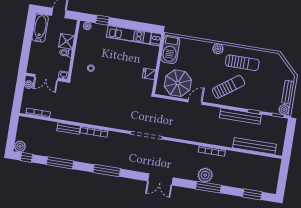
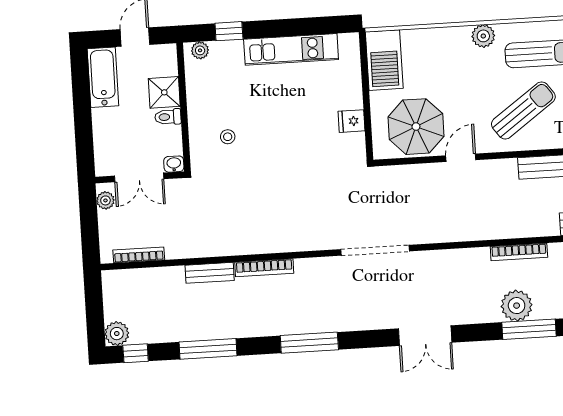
dishwasher: (156, 39) -> (350, 46), removed

